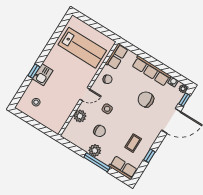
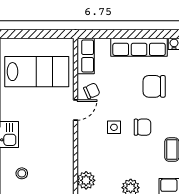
door: (85, 94) -> (75, 110), moved
plant: (80, 116) -> (86, 180), moved
chair: (100, 131) -> (142, 127), moved

